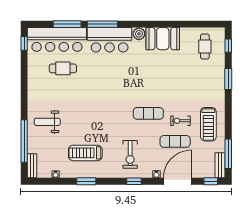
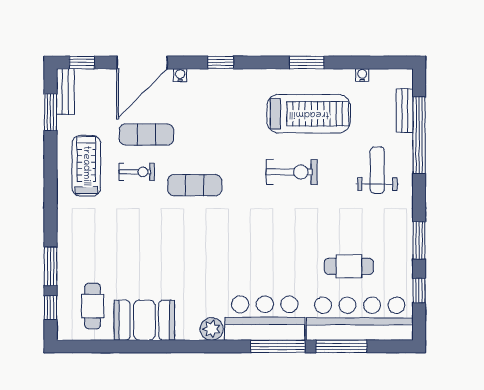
booth: (163, 39) -> (144, 320), moved
window: (24, 43) -> (419, 291), moved
window: (228, 79) -> (51, 266), moved
window: (24, 83) -> (419, 240), added
weight bench: (47, 122) -> (377, 170), turned -90
treadmill: (85, 153) -> (309, 114), width x1.37, depth x1.37
exercise bike: (130, 154) -> (292, 172), moved, turned 90
window: (228, 154) -> (51, 112), width x0.69
bench: (32, 166) -> (405, 111), moved

